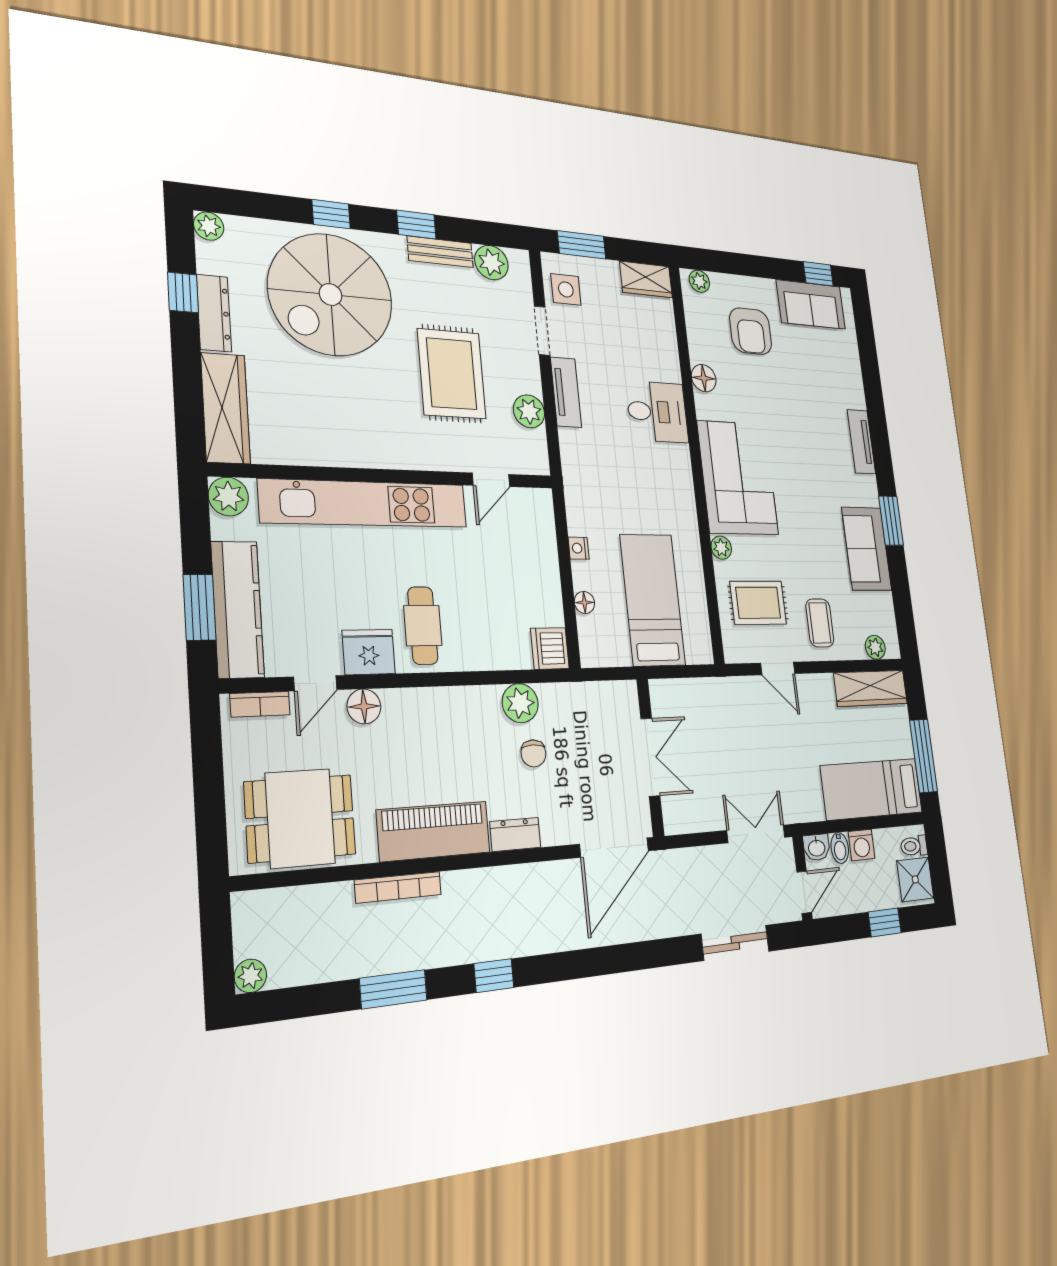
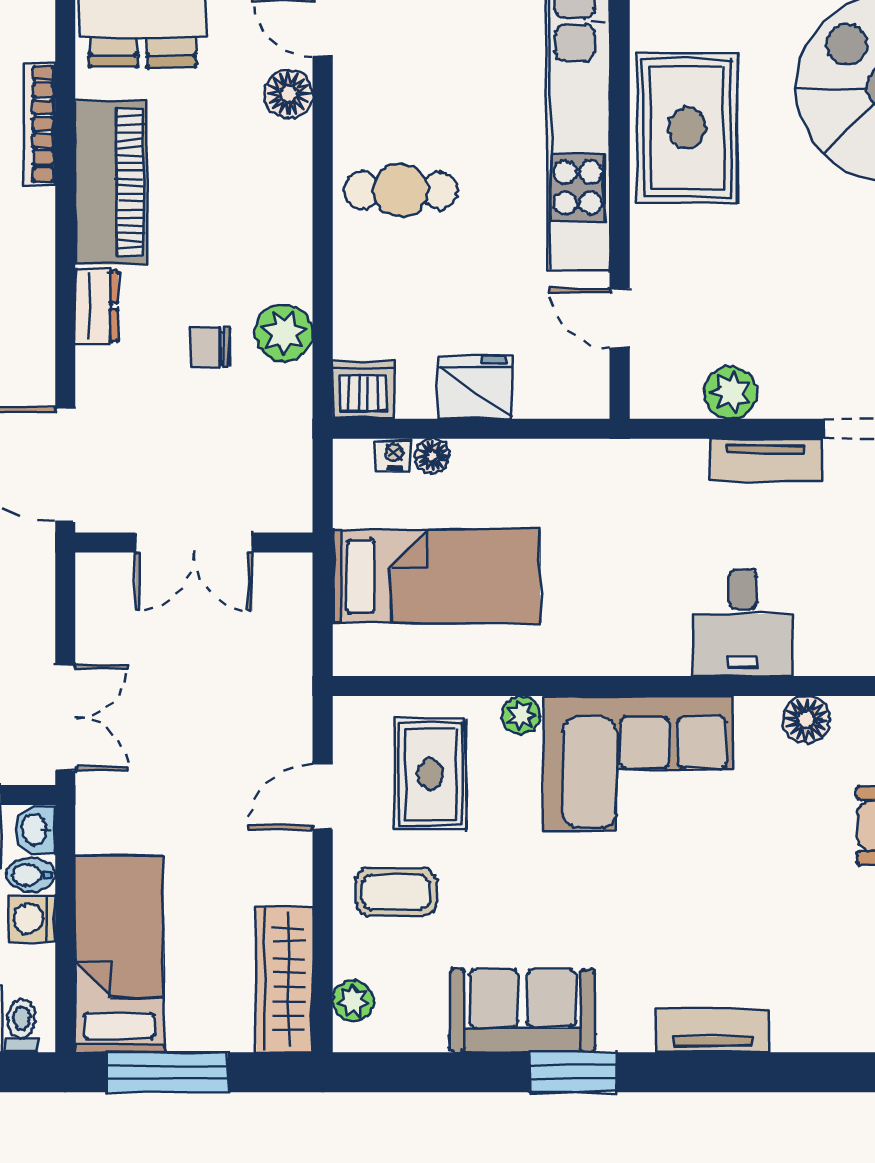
rug: (452, 374) -> (687, 128), moved, turned 90
nightstand: (579, 548) -> (394, 455), moved
fridge: (369, 652) -> (475, 387), moved, turned -90

